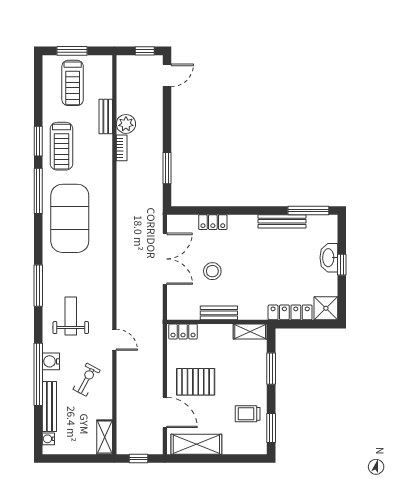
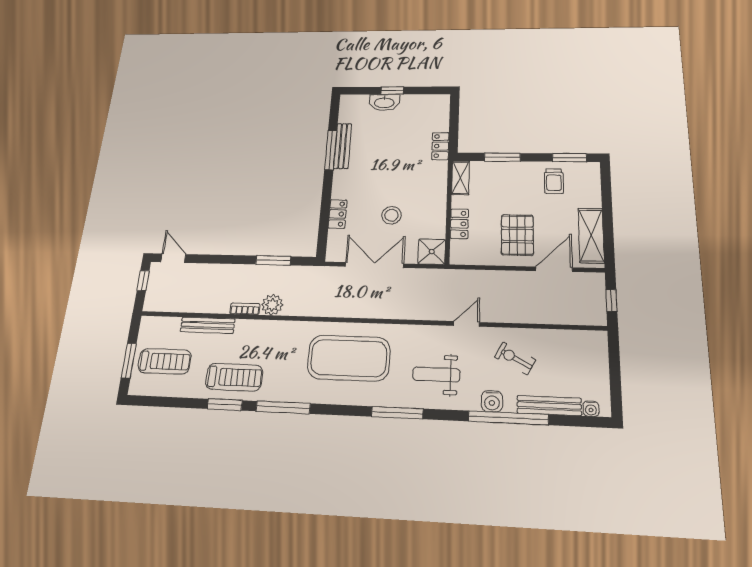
bench: (106, 116) -> (208, 325), width x1.36
plant: (126, 124) -> (272, 305), moved
window: (308, 210) -> (331, 150), moved
exercise mat: (70, 218) -> (349, 358), moved
shower: (326, 308) -> (432, 252), moved
locker: (290, 312) -> (440, 146), width x0.66
bench: (219, 313) -> (439, 209), removed
locker: (183, 332) -> (459, 224), moved
shelving: (105, 437) -> (586, 339), removed

